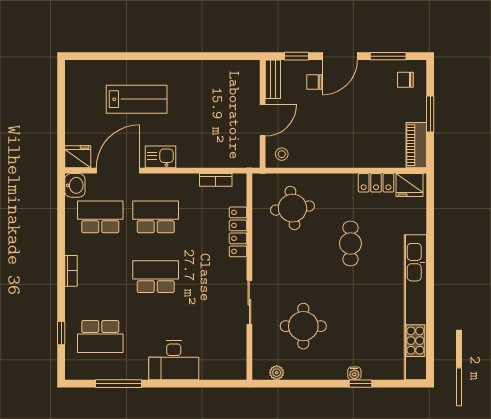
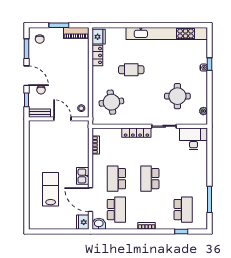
school desk: (100, 217) -> (116, 210), turned 180
locker: (238, 232) -> (136, 133), moved
desk: (174, 360) -> (194, 139), moved, turned -90

